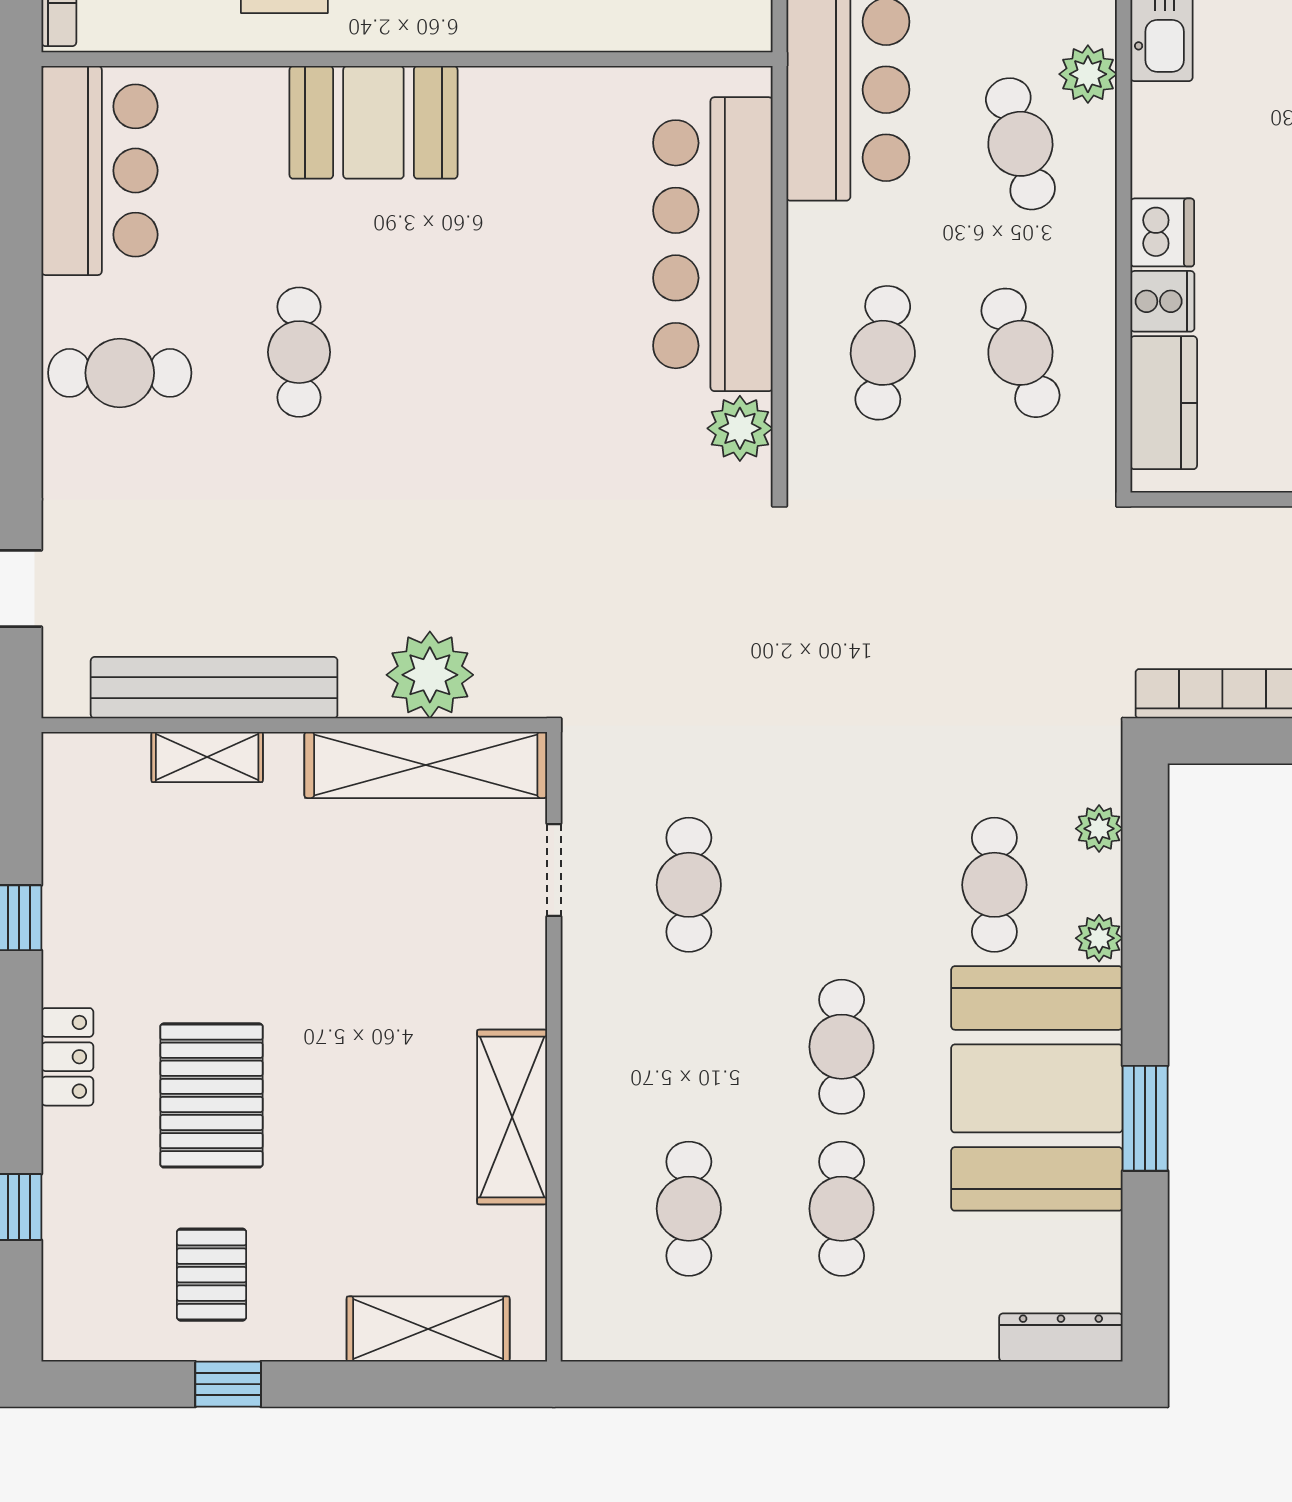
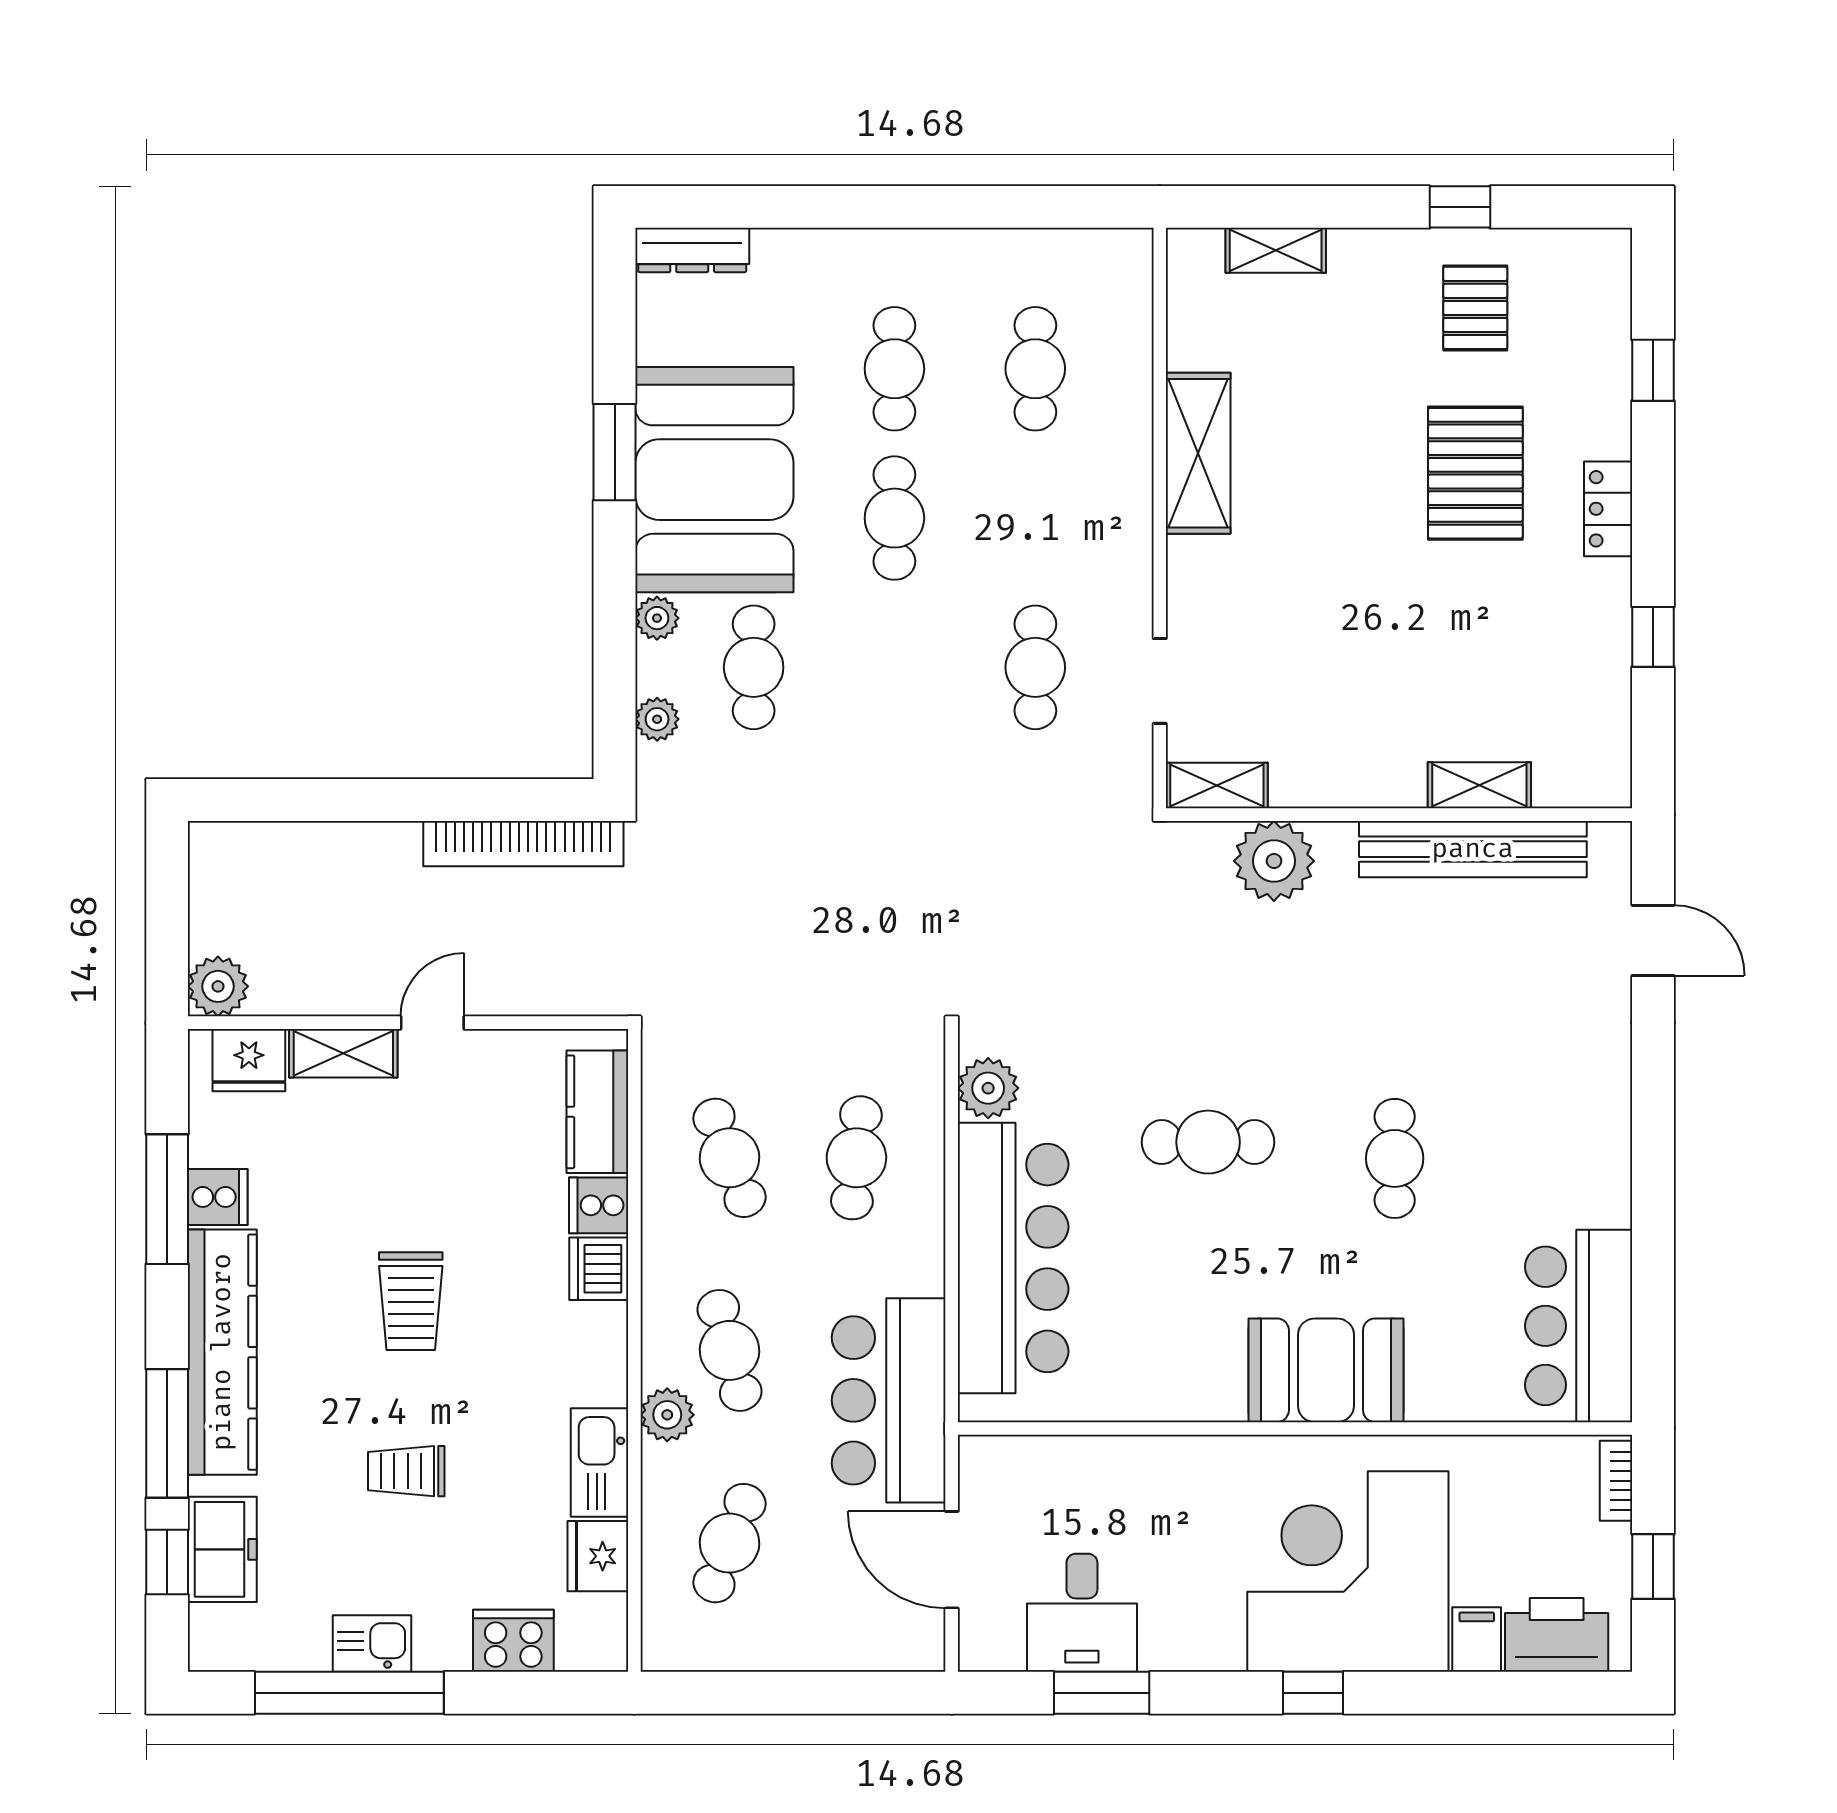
cafe table: (120, 373) -> (1208, 1142), moved
shelving: (426, 765) -> (1217, 785), width x0.45, depth x0.75
shelving: (428, 1329) -> (1276, 250), width x0.67, depth x0.75

